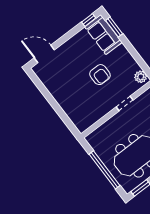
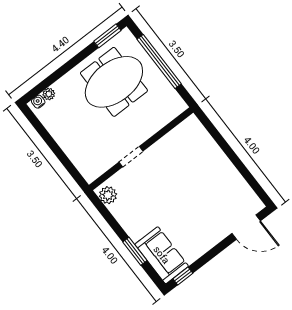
window: (114, 27) -> (135, 251), moved
armchair: (100, 75) -> (166, 198), removed

